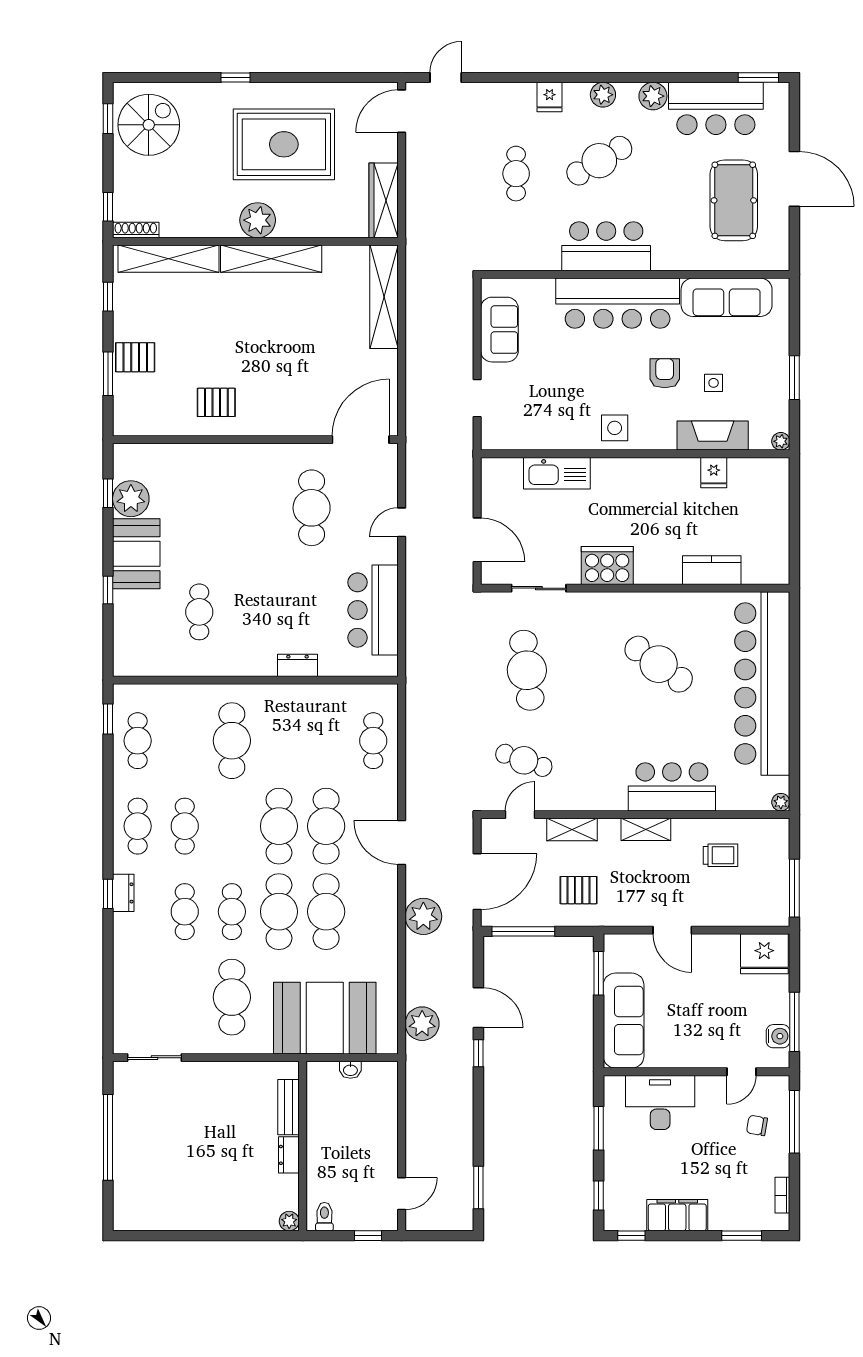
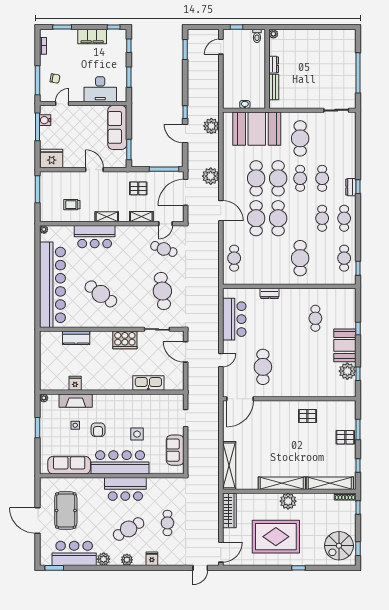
side table: (615, 428) -> (137, 434), moved

